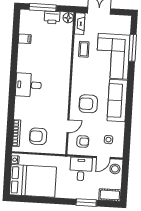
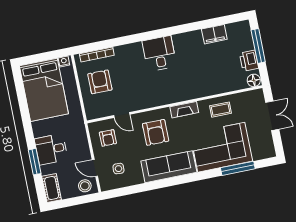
fireplace: (80, 24) -> (184, 110), moved
filing cabinet: (25, 39) -> (214, 34), width x2.00
armchair: (88, 104) -> (156, 132), turned 180
desk: (81, 169) -> (51, 149), moved, turned 180

